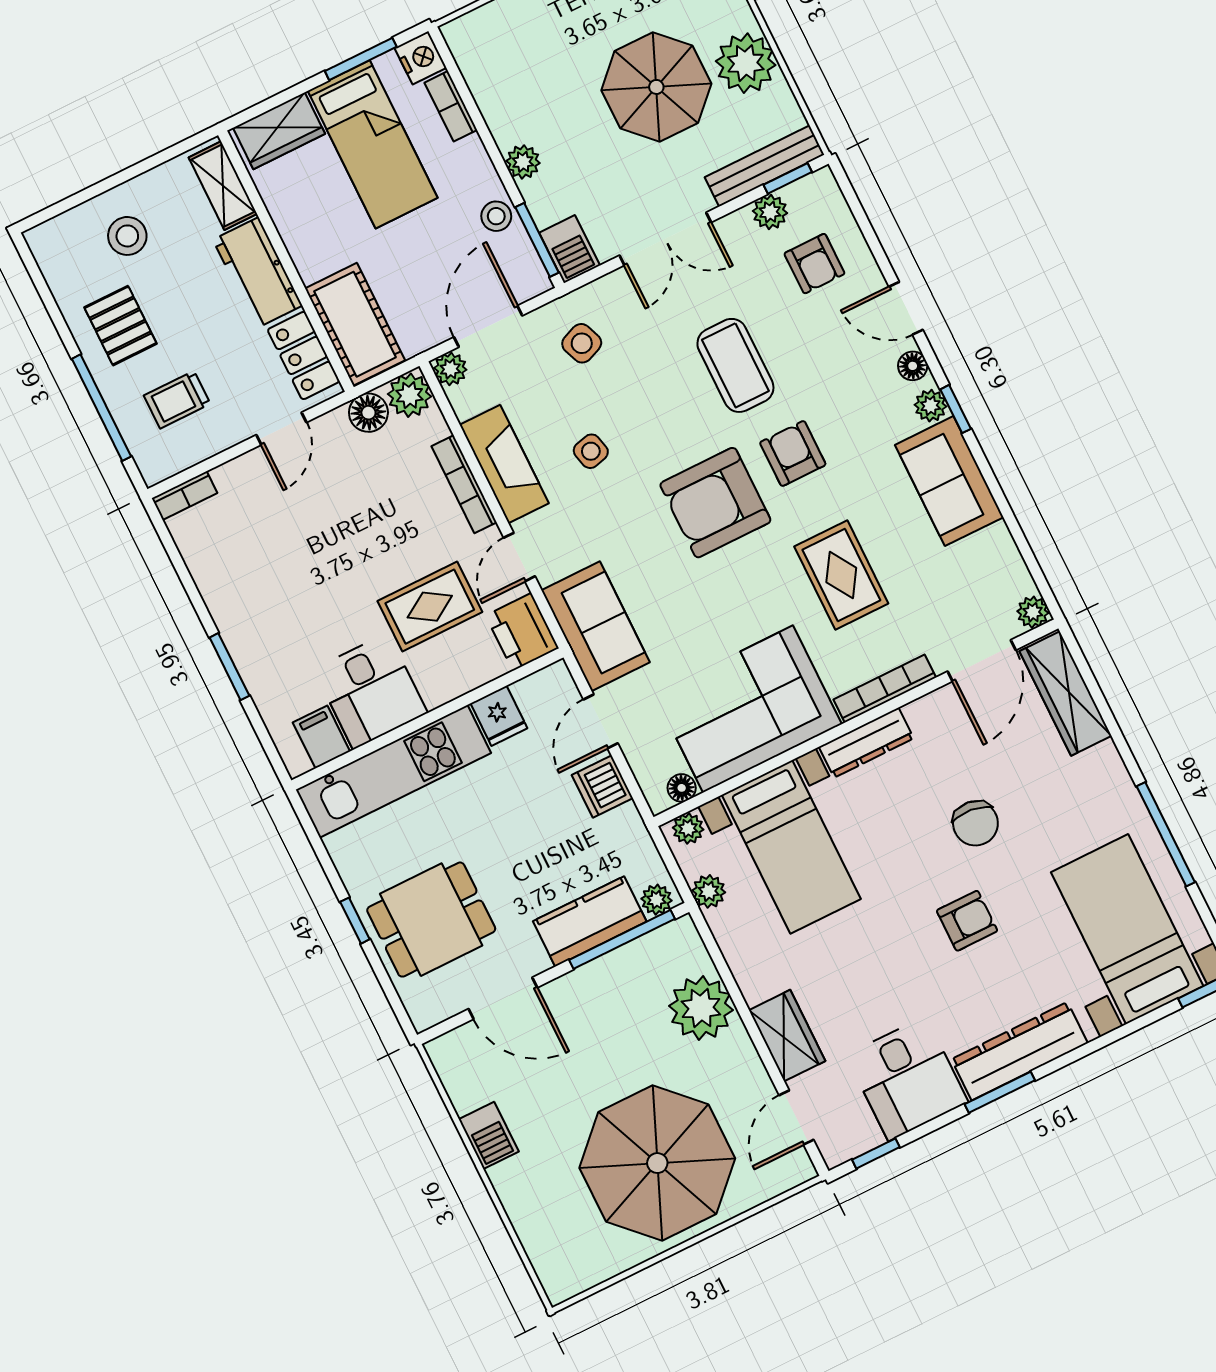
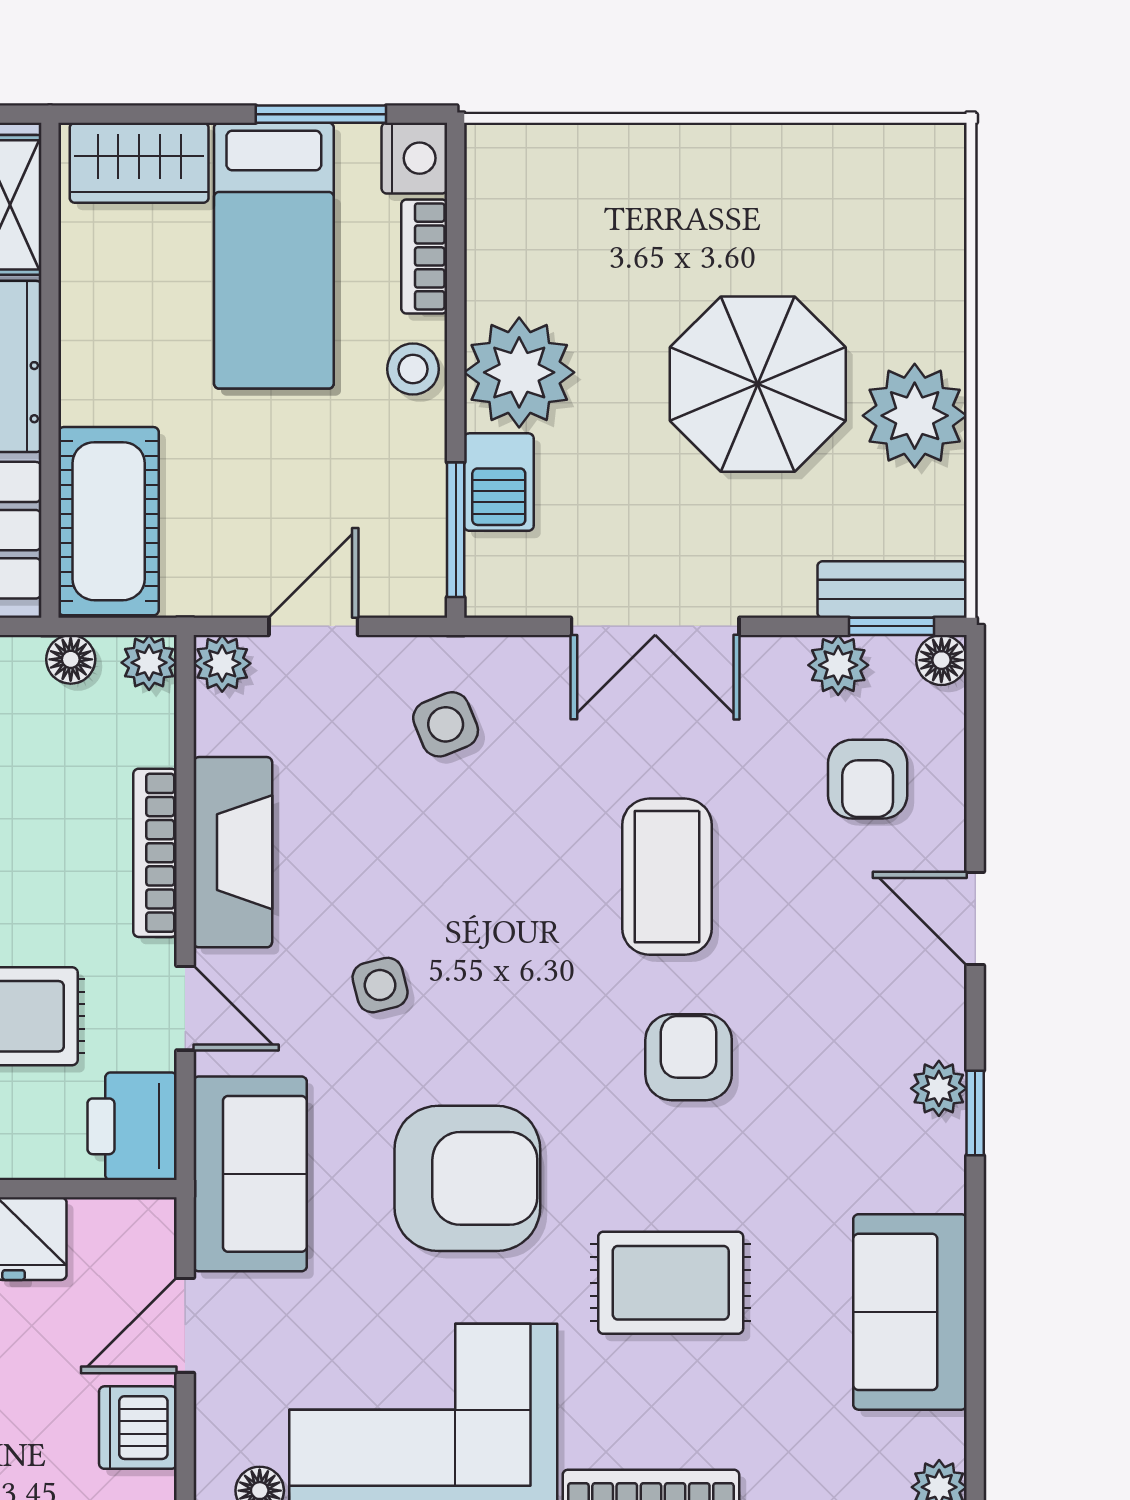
plant: (523, 162) -> (519, 372), width x1.88, depth x1.88
bench: (765, 166) -> (892, 589), width x0.73
stool: (496, 216) -> (413, 369), moved
barbecue: (570, 249) -> (499, 482), moved
door: (488, 326) -> (313, 626), width x0.73
floor lamp: (913, 366) -> (941, 660), moved
plant: (409, 395) -> (149, 663), width x0.73, depth x0.73
floor lamp: (368, 413) -> (71, 659), width x0.73, depth x0.73
side table: (591, 451) -> (380, 985), moved
sofa: (949, 481) -> (910, 1312), moved
armchair: (715, 503) -> (467, 1178), moved, turned 180
door: (519, 557) -> (185, 1008), swing flipped
rug: (841, 575) -> (671, 1283), turned 90

